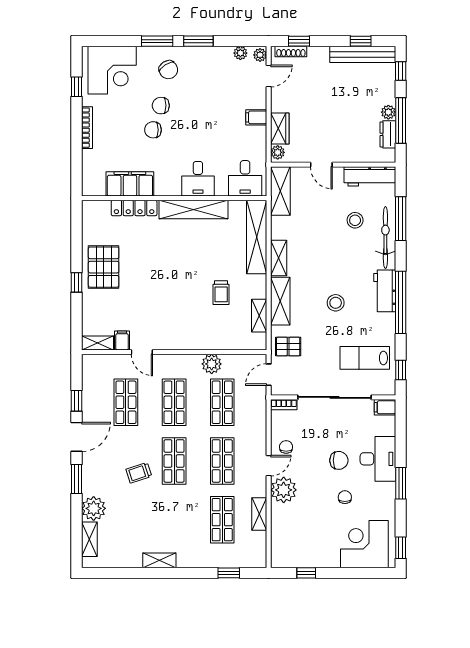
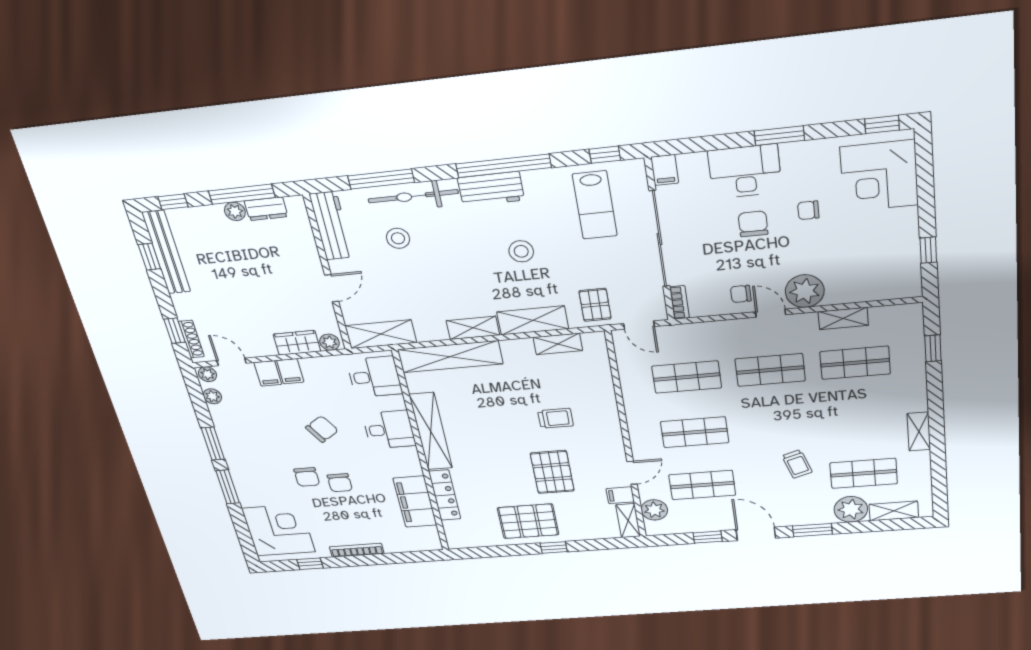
chair: (168, 70) -> (322, 429), moved
filing cabinet: (256, 100) -> (268, 373), added
pallet: (148, 293) -> (552, 472), added
trolley: (221, 293) -> (555, 418), moved
plant: (212, 364) -> (654, 510), moved
shop shelf: (174, 461) -> (864, 473), moved

